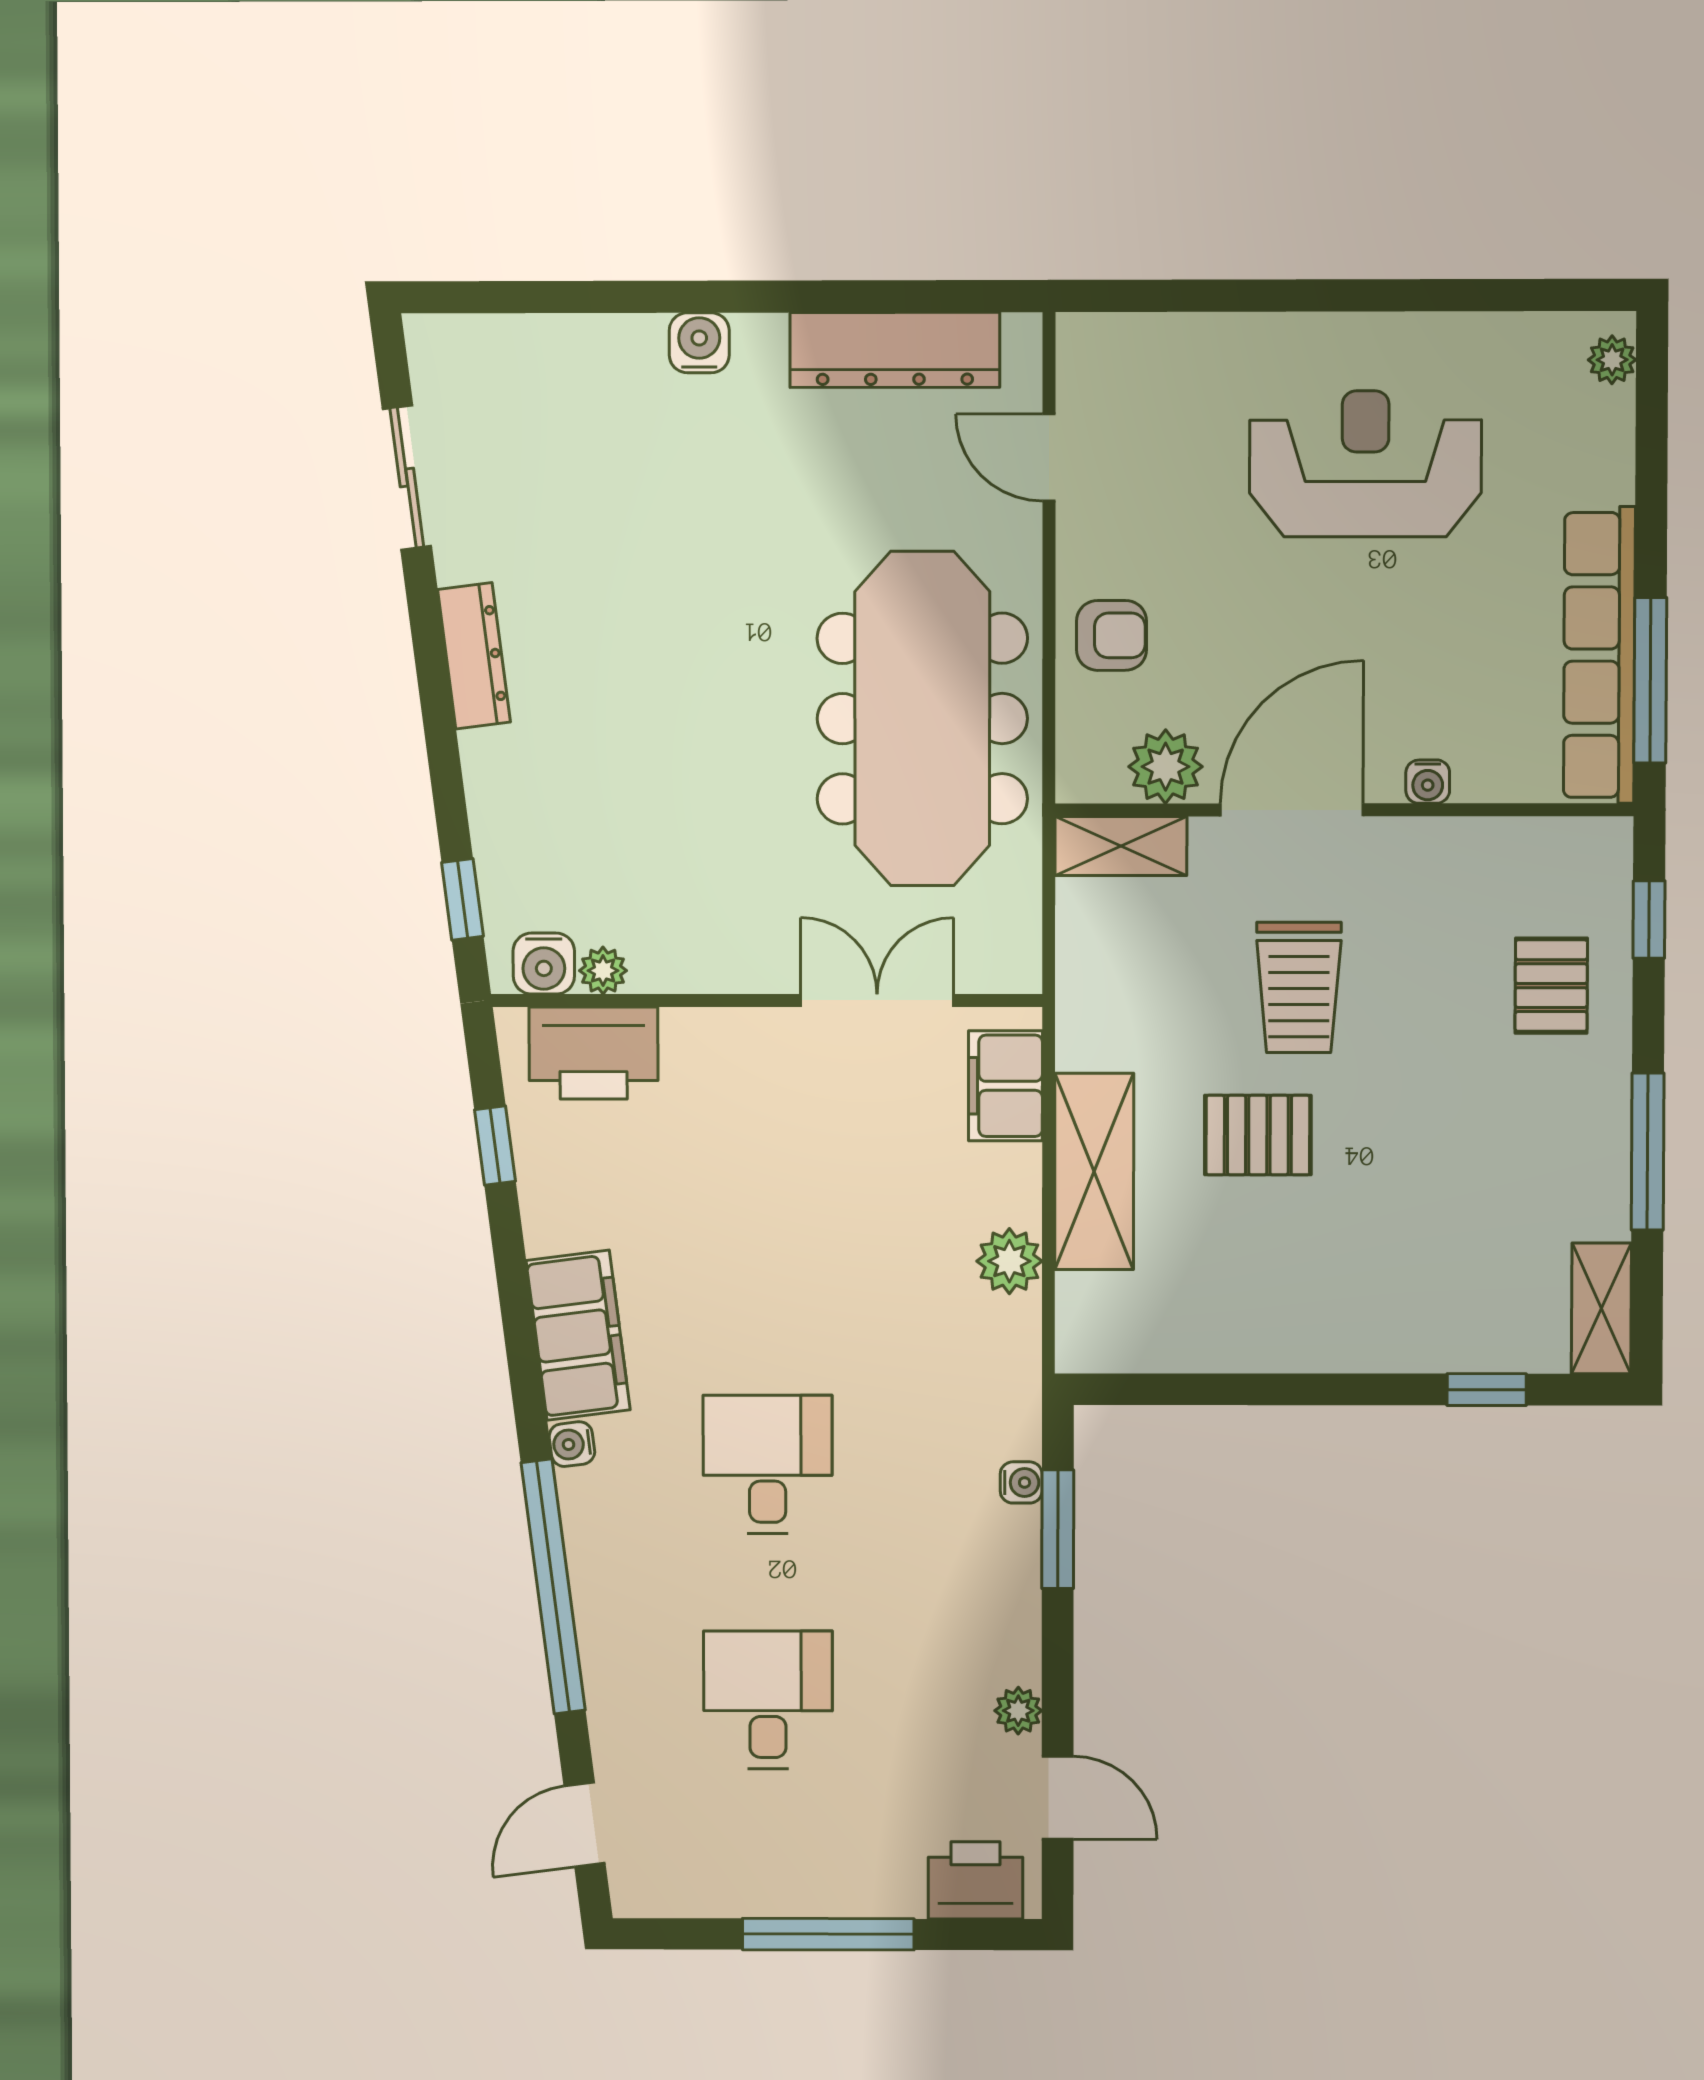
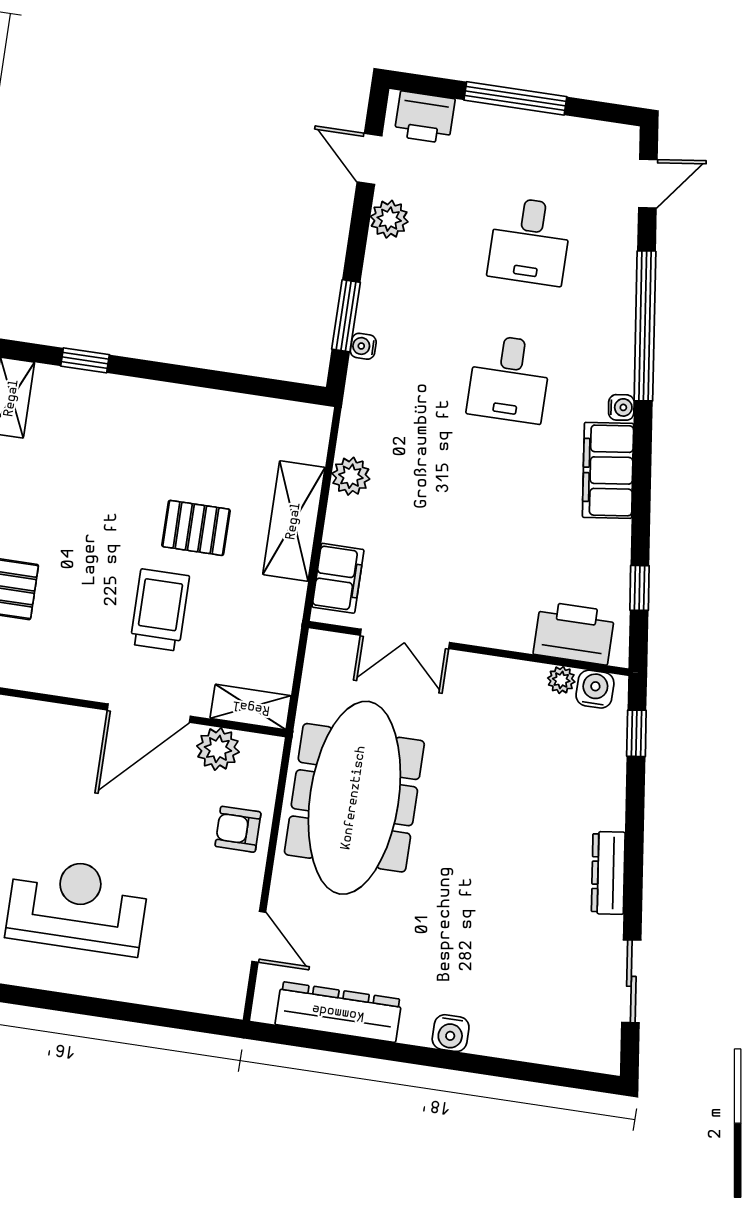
reception desk: (1365, 464) -> (77, 906), turned 180
water cooler: (1428, 782) -> (68, 718), removed
plant: (1018, 1711) -> (389, 219), width x1.38, depth x1.38

